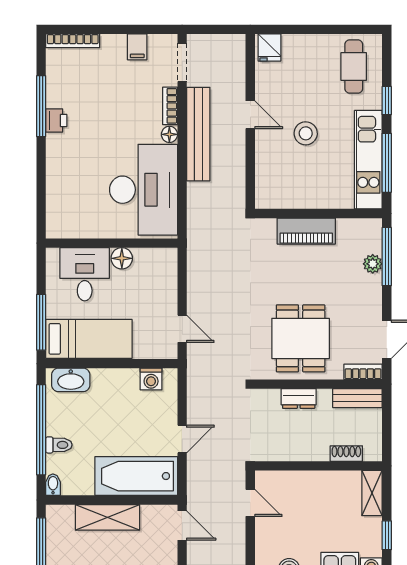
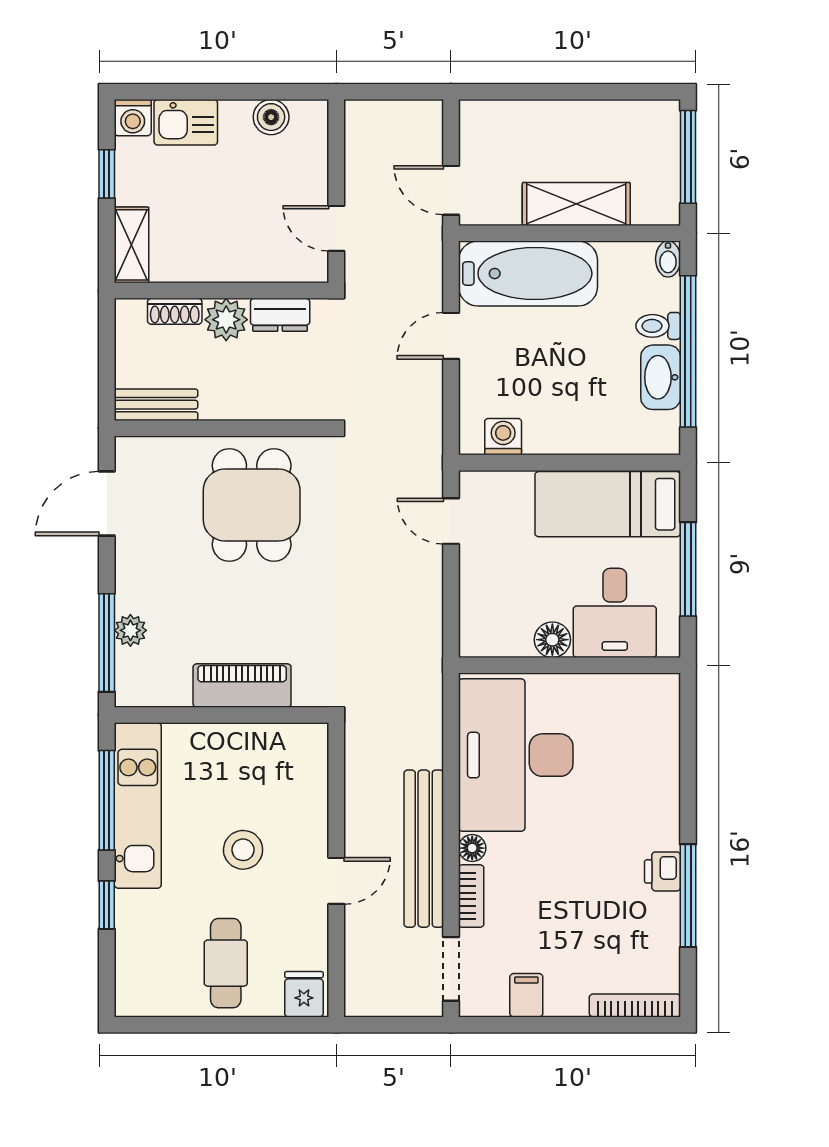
cafe table: (354, 67) -> (226, 963), moved
door: (250, 115) -> (336, 881), swing flipped
window: (41, 322) -> (688, 569), moved
bookcase: (363, 372) -> (147, 449), removed
washbasin: (71, 380) -> (661, 377), moved, turned -90
dresser: (299, 398) -> (280, 315), moved, turned 180
plant: (316, 449) -> (226, 320), added

